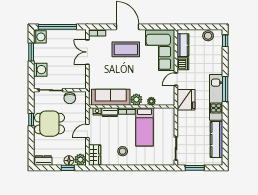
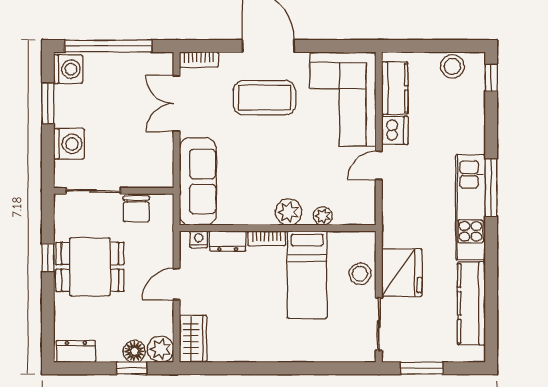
sofa: (111, 97) -> (198, 182), moved, turned 90
fridge: (186, 100) -> (402, 273), moved
stool: (123, 151) -> (360, 274), moved

